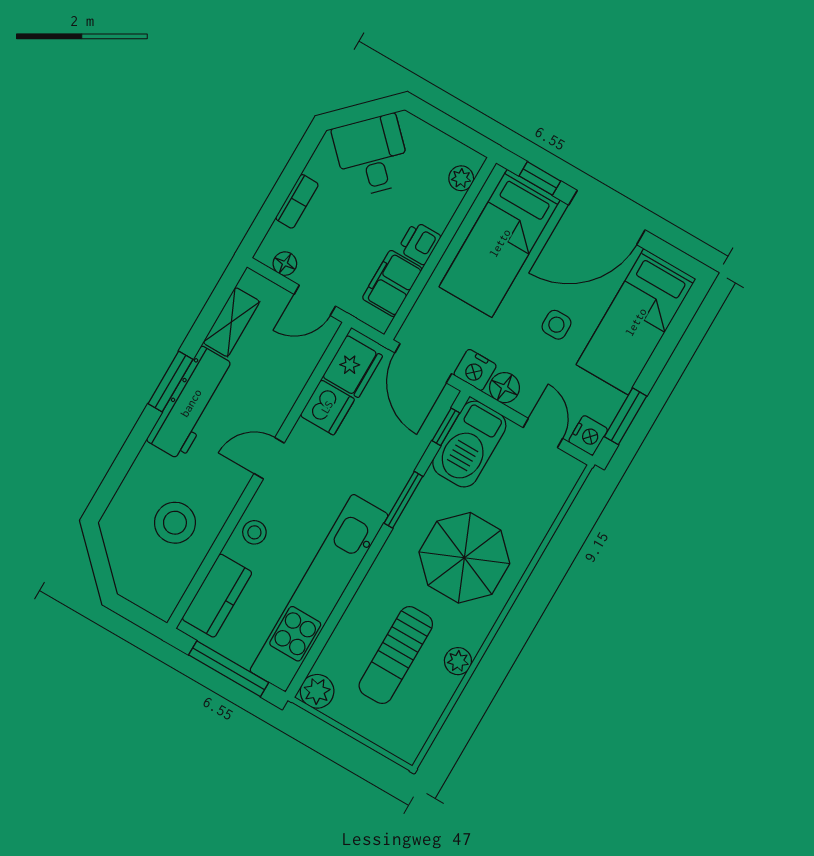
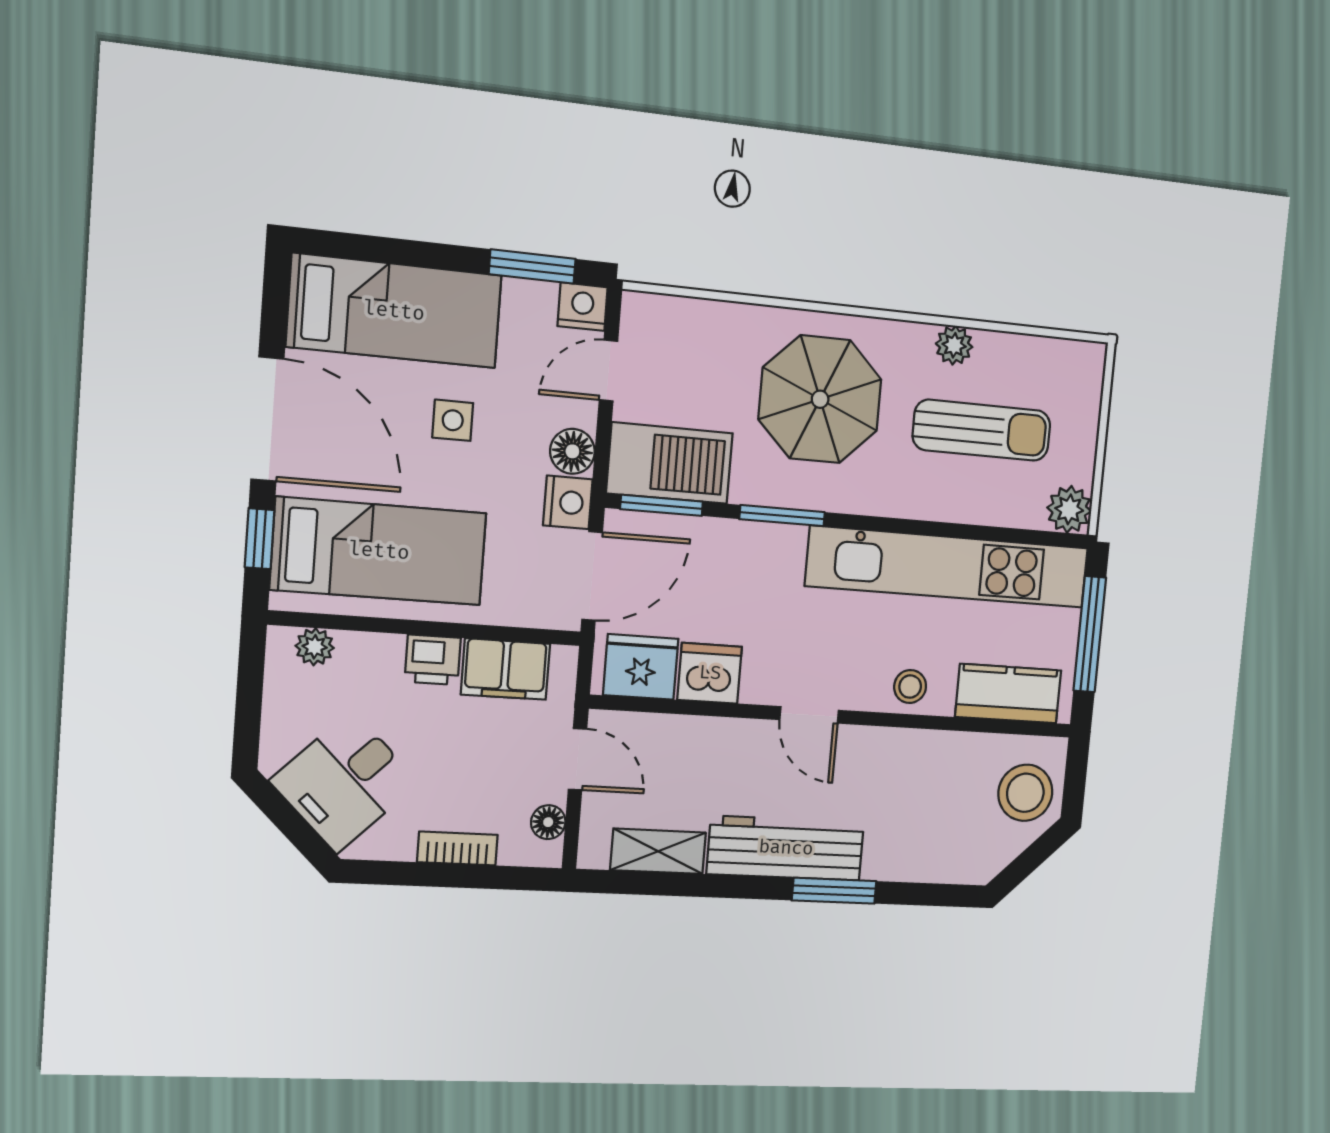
window: (170, 381) -> (834, 891), moved
window: (446, 427) -> (662, 505), width x1.50
stool: (175, 523) -> (1025, 793), moved

